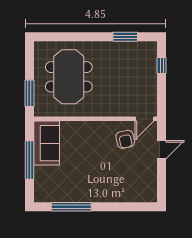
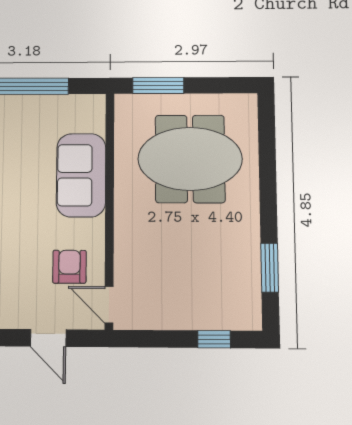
armchair: (125, 139) -> (69, 267), turned 102
sofa: (47, 143) -> (81, 175), moved, turned 90

